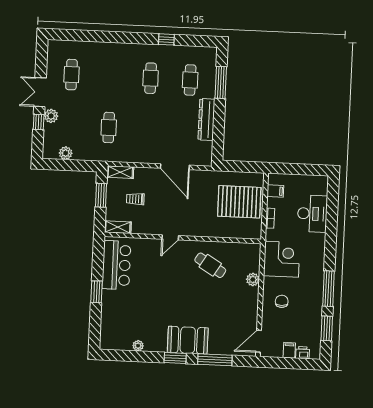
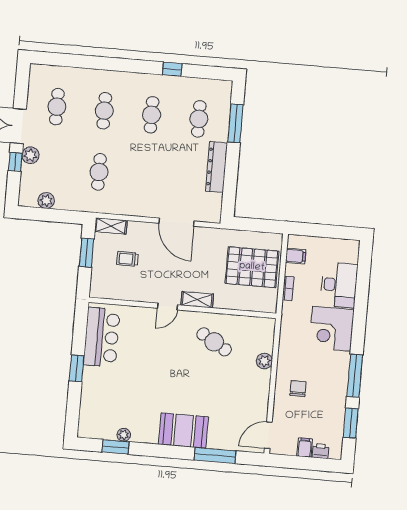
cafe table: (111, 76) -> (104, 111), added
shelving: (118, 227) -> (197, 300), moved
corner desk: (282, 259) -> (332, 329), moved, turned 180
window: (175, 358) -> (115, 447), moved

